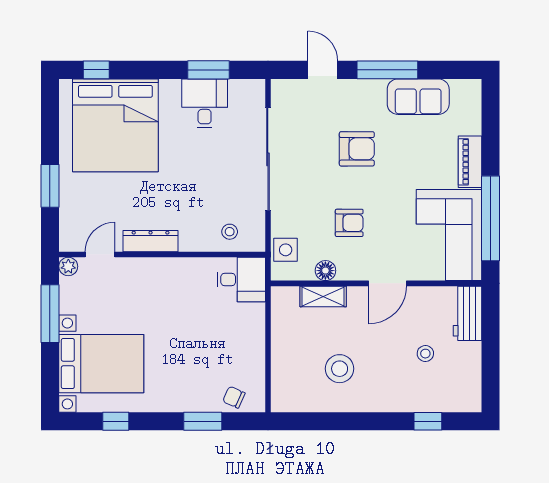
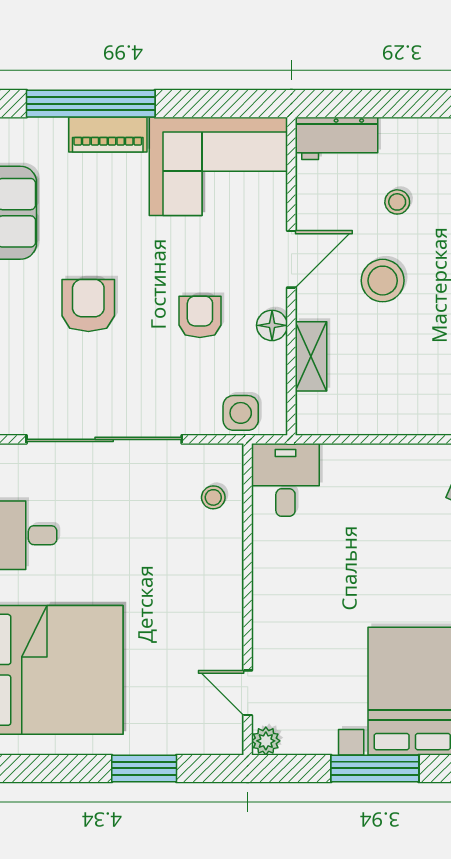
window: (490, 218) -> (91, 104), moved
dresser: (151, 241) -> (227, 617), removed
floor lamp: (325, 271) -> (272, 325), moved
door: (388, 283) -> (291, 259), hinge flipped
window: (50, 314) -> (375, 768), moved
stool: (340, 369) -> (383, 281), moved

